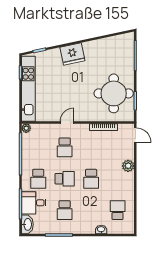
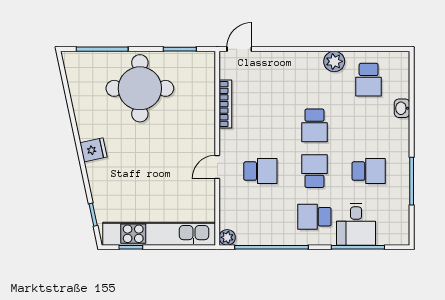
fridge: (72, 54) -> (93, 150), width x0.53, depth x0.75
round table: (114, 93) -> (140, 88), moved
door: (67, 122) -> (217, 167), hinge flipped
plant: (128, 166) -> (334, 61), moved
school desk: (38, 179) -> (314, 217), turned 180
school desk: (91, 179) -> (314, 125), turned 90
school desk: (118, 210) -> (369, 80), turned -90
washbasin: (27, 224) -> (393, 235), removed

